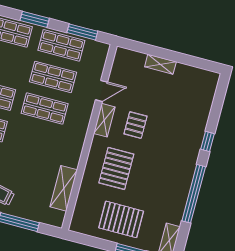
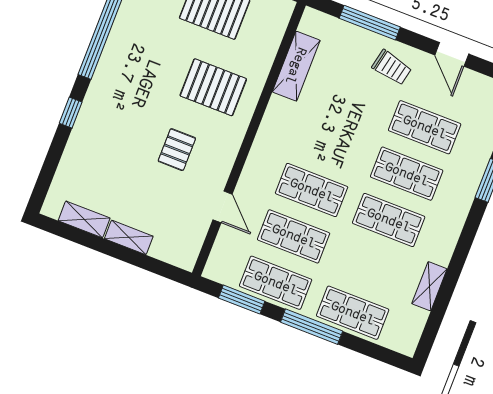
window: (35, 19) -> (312, 327), width x1.44
door: (102, 91) -> (222, 207), swing flipped
shelving: (104, 120) -> (84, 219), moved, turned 90
pallet: (116, 168) -> (213, 87), turned 90

